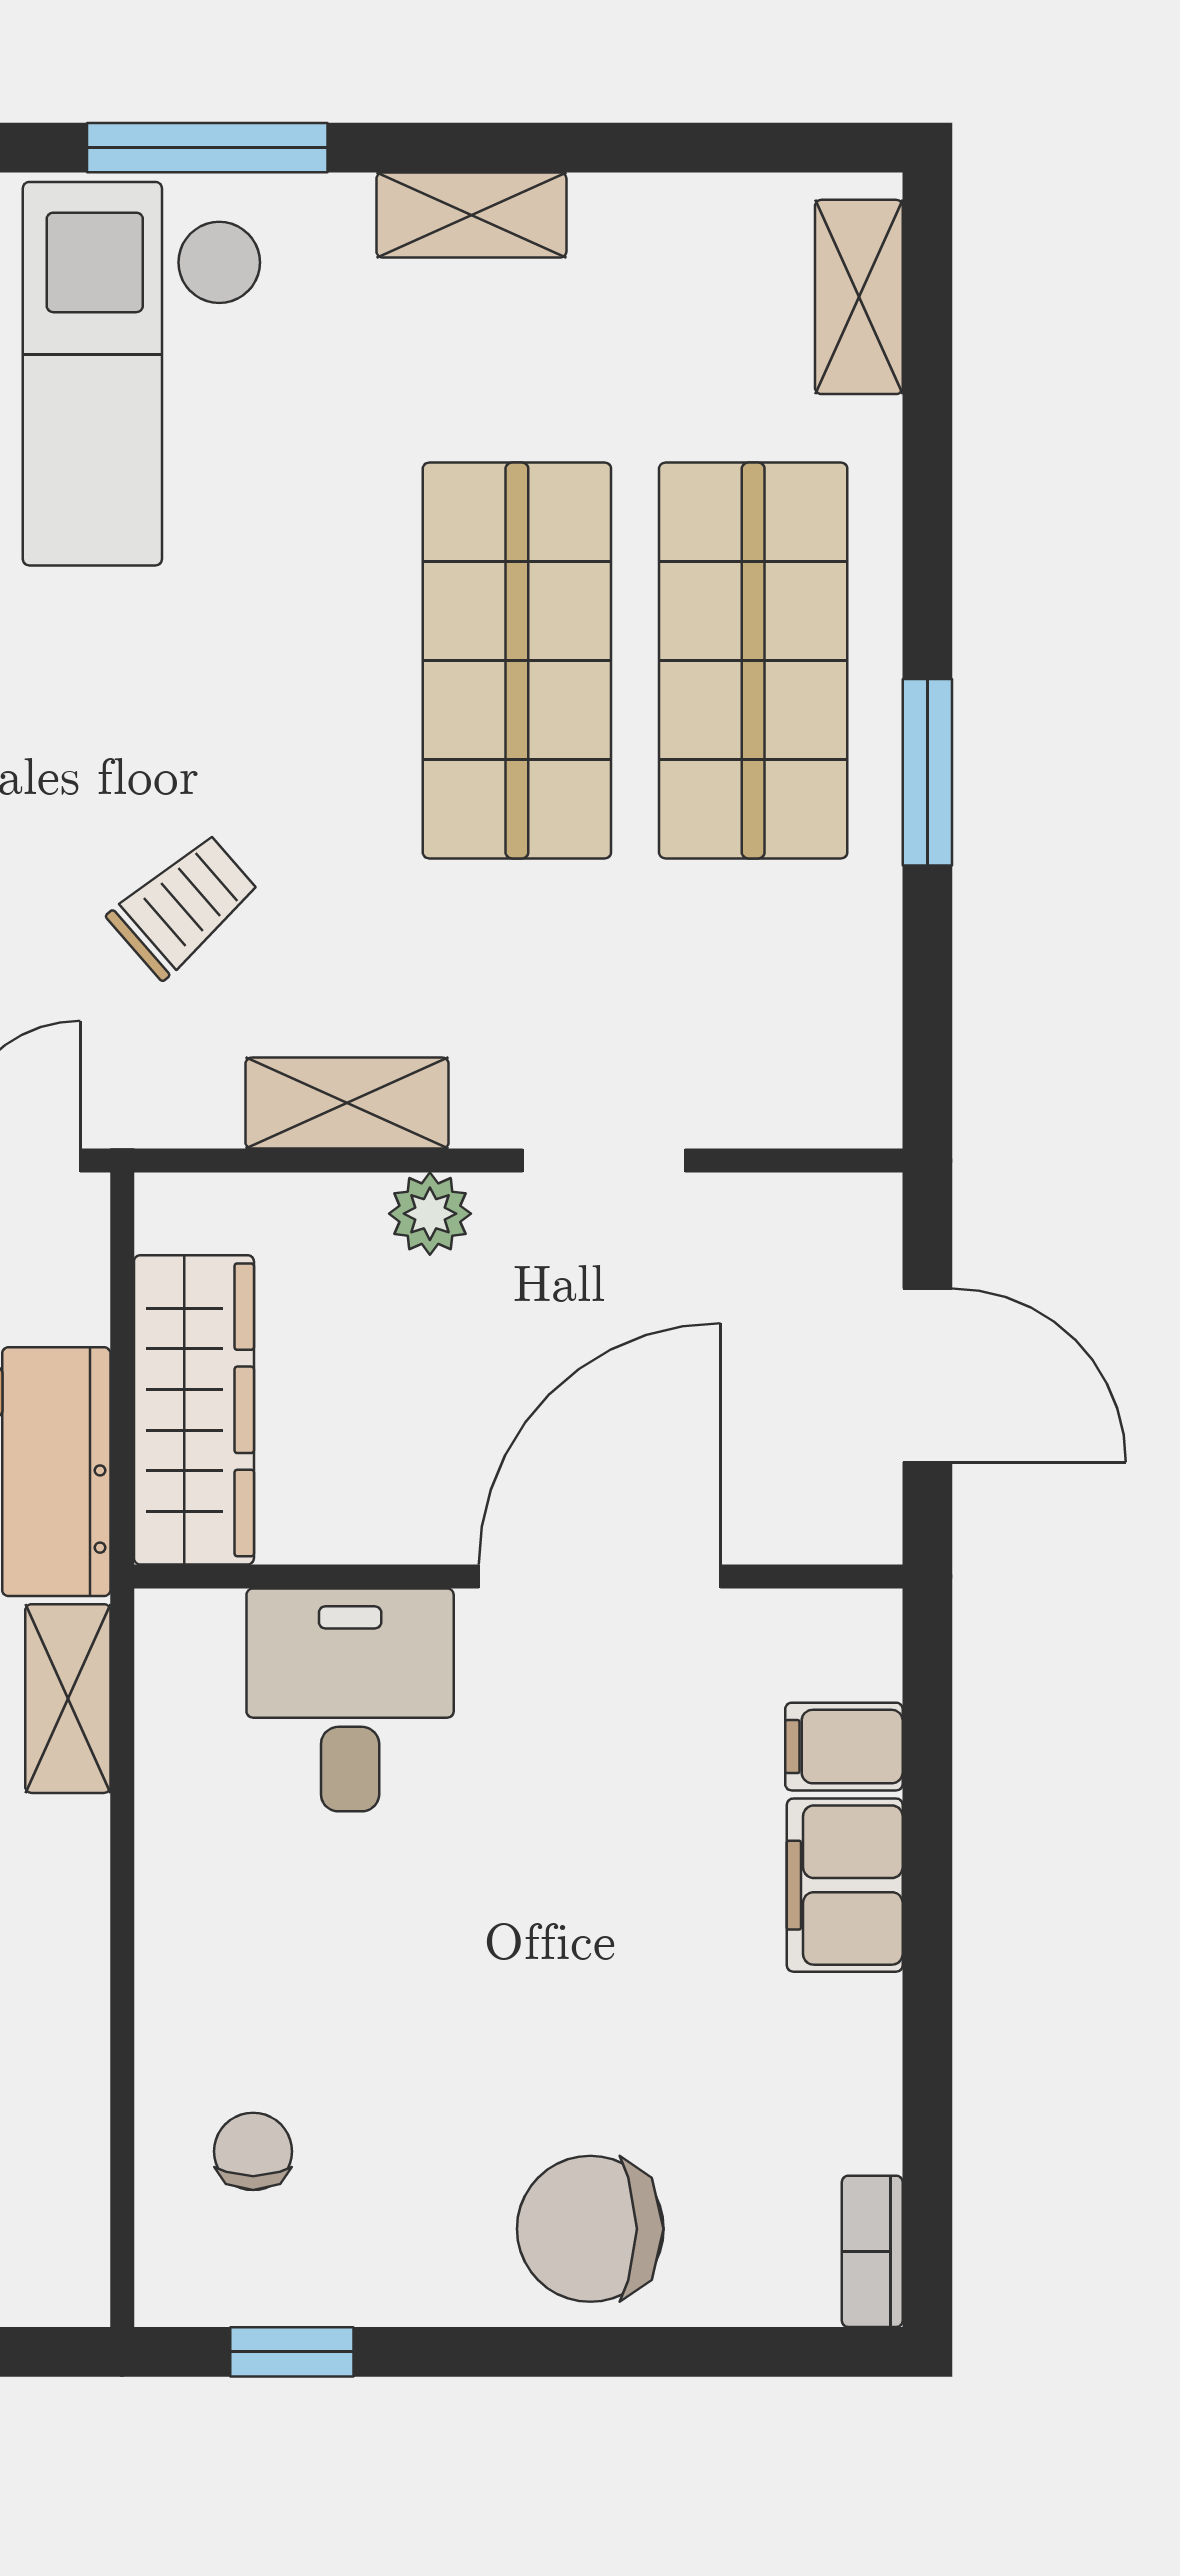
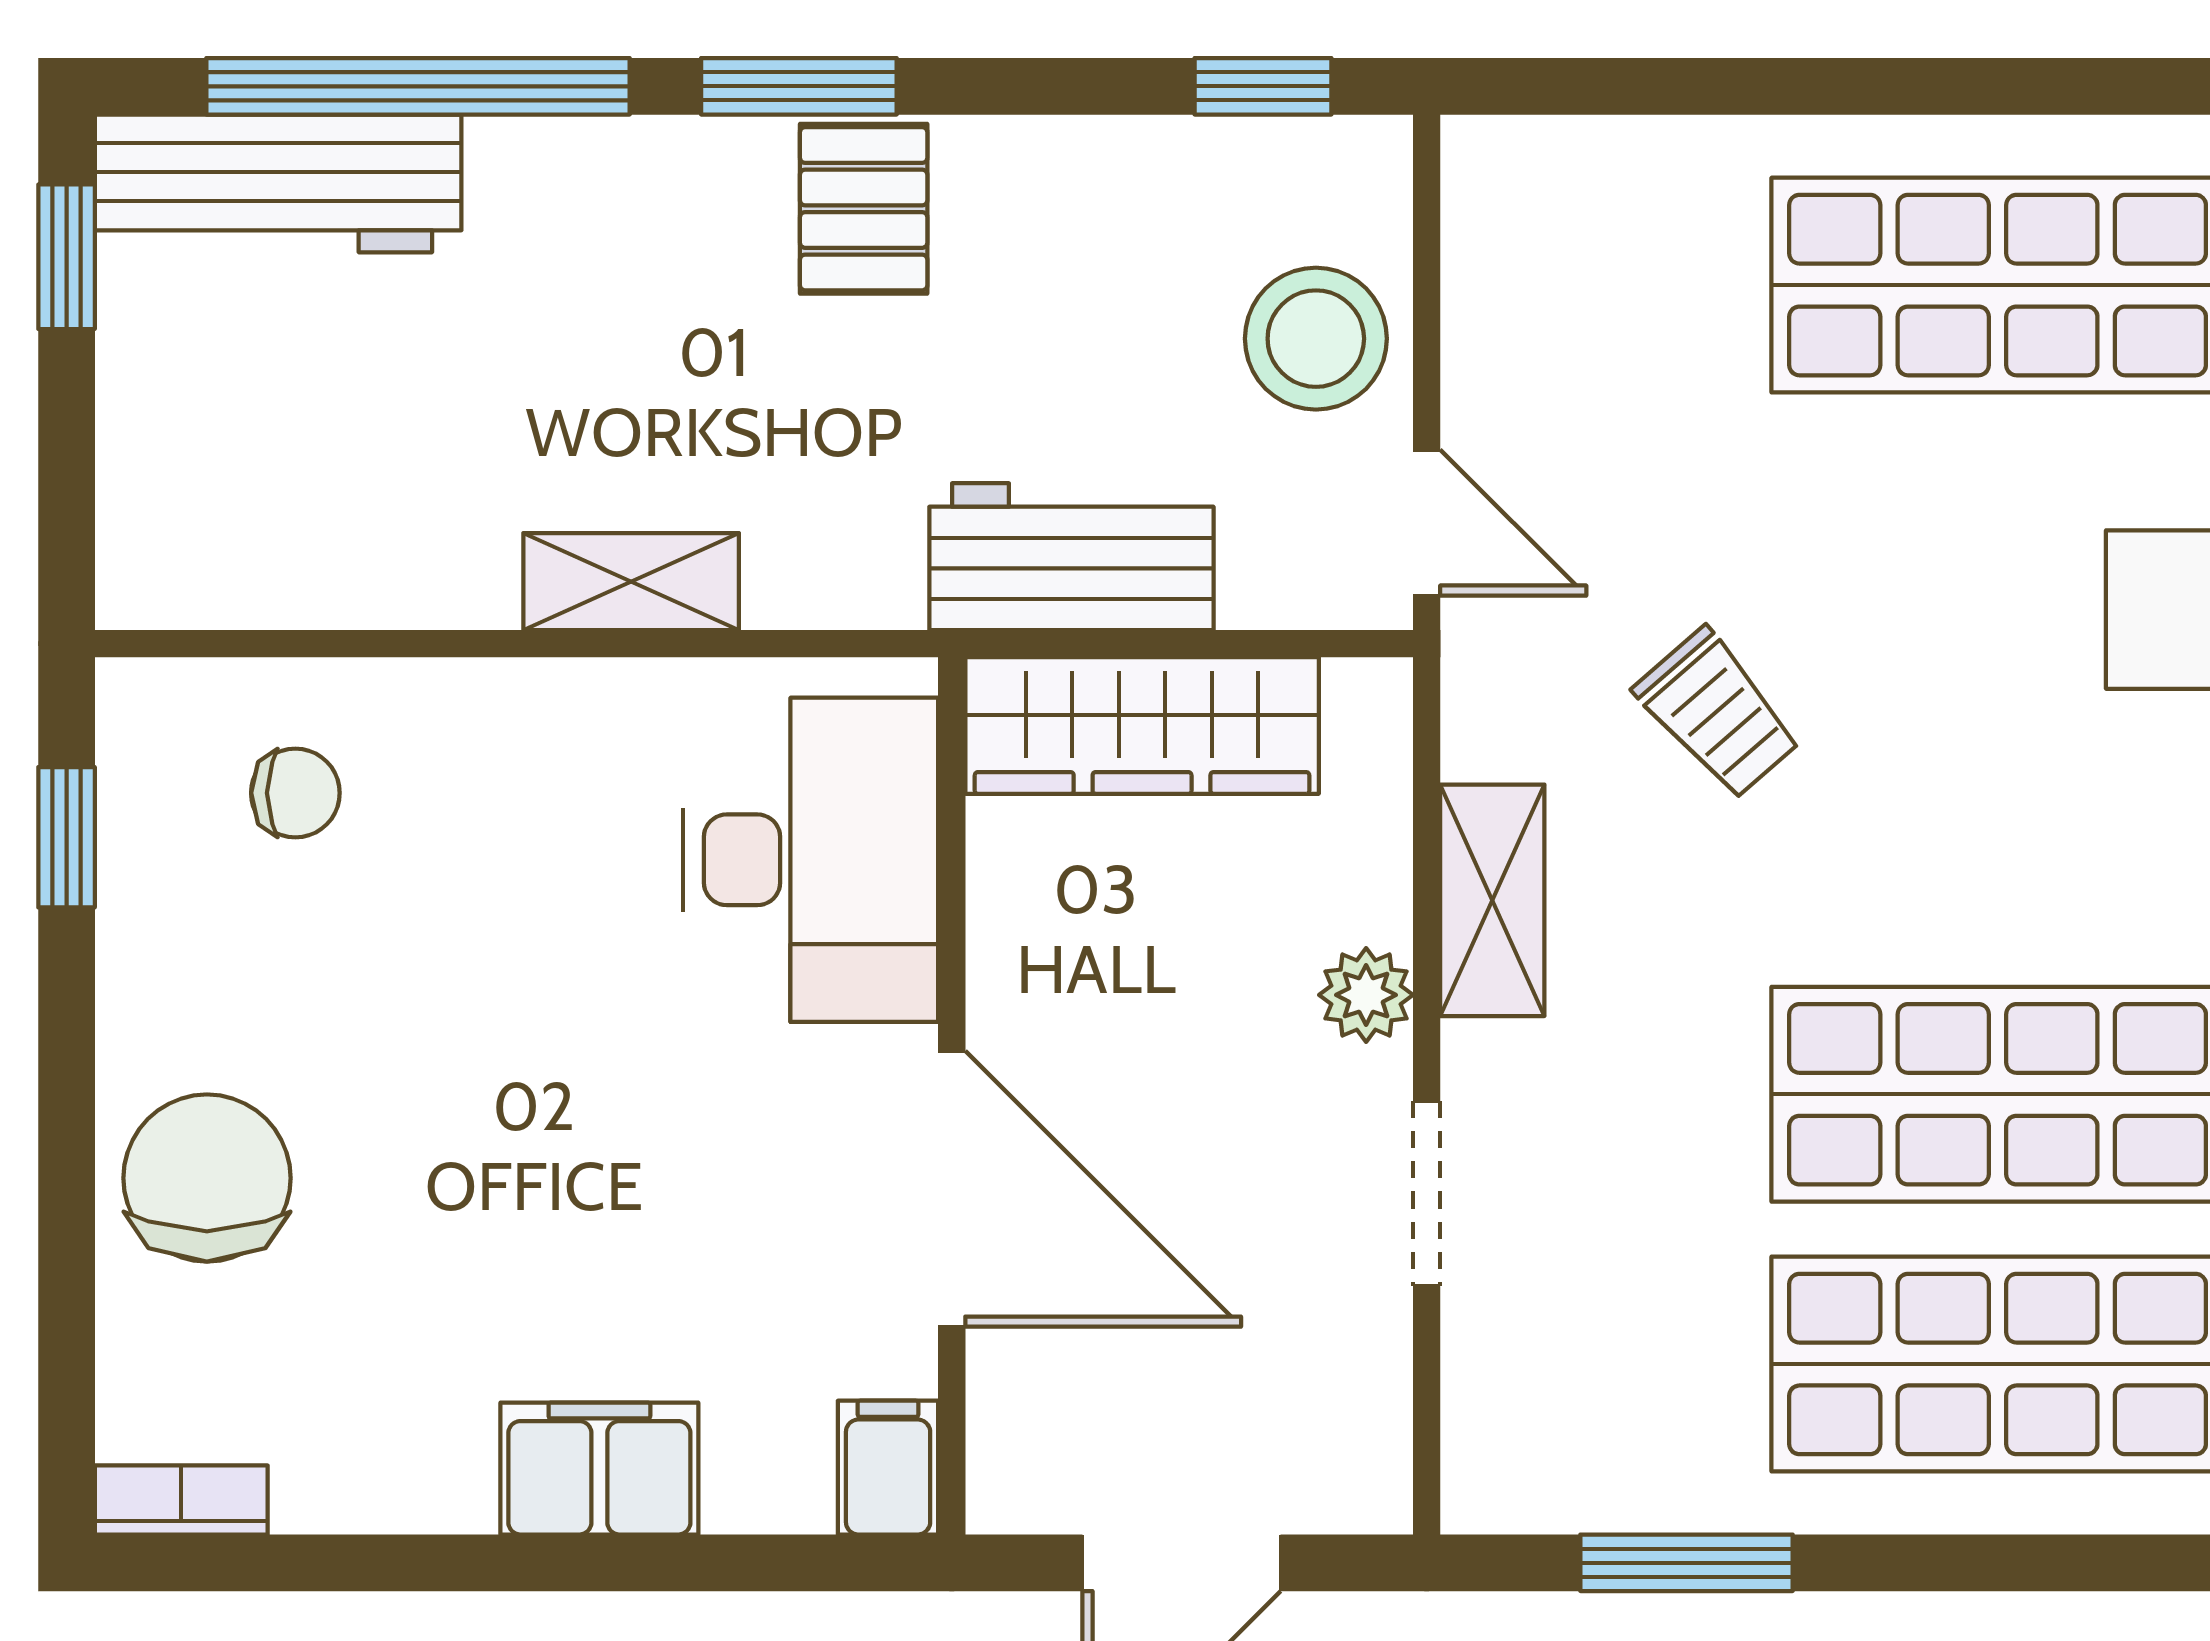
window: (927, 772) -> (1686, 1563), moved
shelving: (68, 1699) -> (631, 582), moved
desk: (350, 1700) -> (811, 860), width x1.37
filing cabinet: (844, 1747) -> (888, 1468), moved

